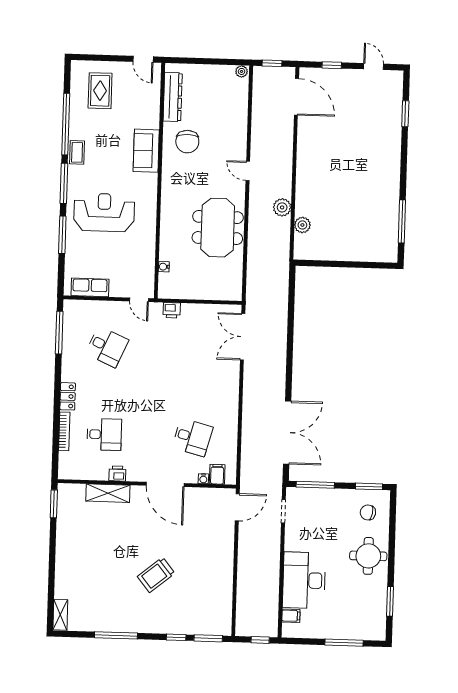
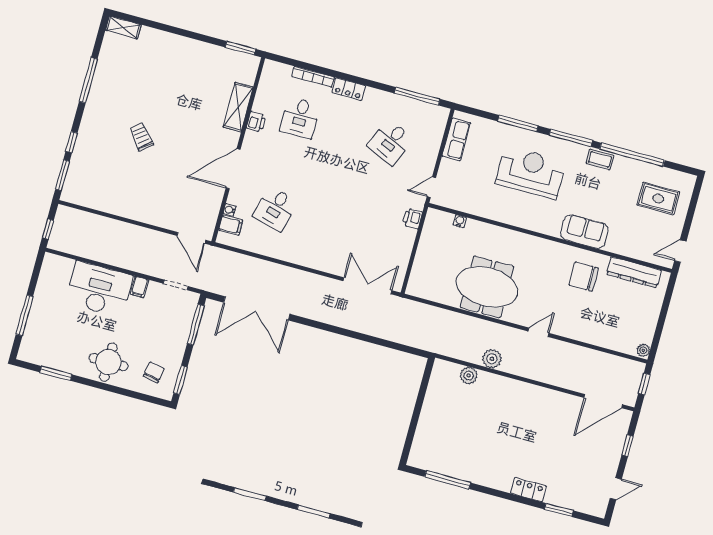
locker: (393, 146) -> (528, 490), added
reception desk: (104, 212) -> (531, 173), turned -90
trolley: (156, 575) -> (141, 137), width x0.73, depth x0.72
filing cabinet: (291, 616) -> (139, 287), moved

